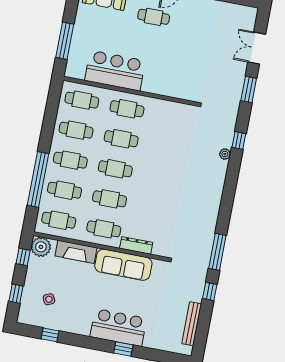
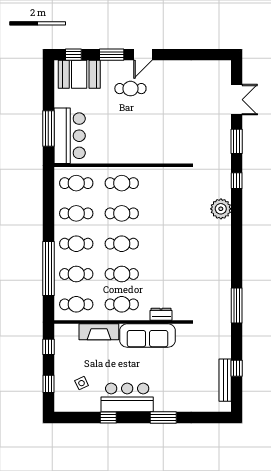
double door: (257, 48) -> (237, 100), swing flipped
bar counter: (115, 71) -> (70, 136), moved, turned 90
window: (239, 140) -> (237, 181), moved
plant: (225, 154) -> (221, 209), width x1.88, depth x1.88
dresser: (136, 245) -> (161, 314), width x0.70
plant: (41, 247) -> (64, 334), removed
window: (210, 291) -> (237, 368), moved
bar counter: (118, 327) -> (127, 397), moved
window: (50, 335) -> (108, 418), moved
window: (123, 349) -> (163, 418), width x1.50

